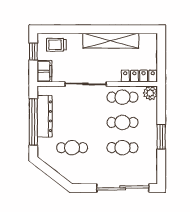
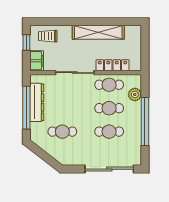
locker: (139, 76) -> (113, 65), moved
plant: (150, 93) -> (135, 94), moved
window: (161, 137) -> (145, 122), width x2.11

